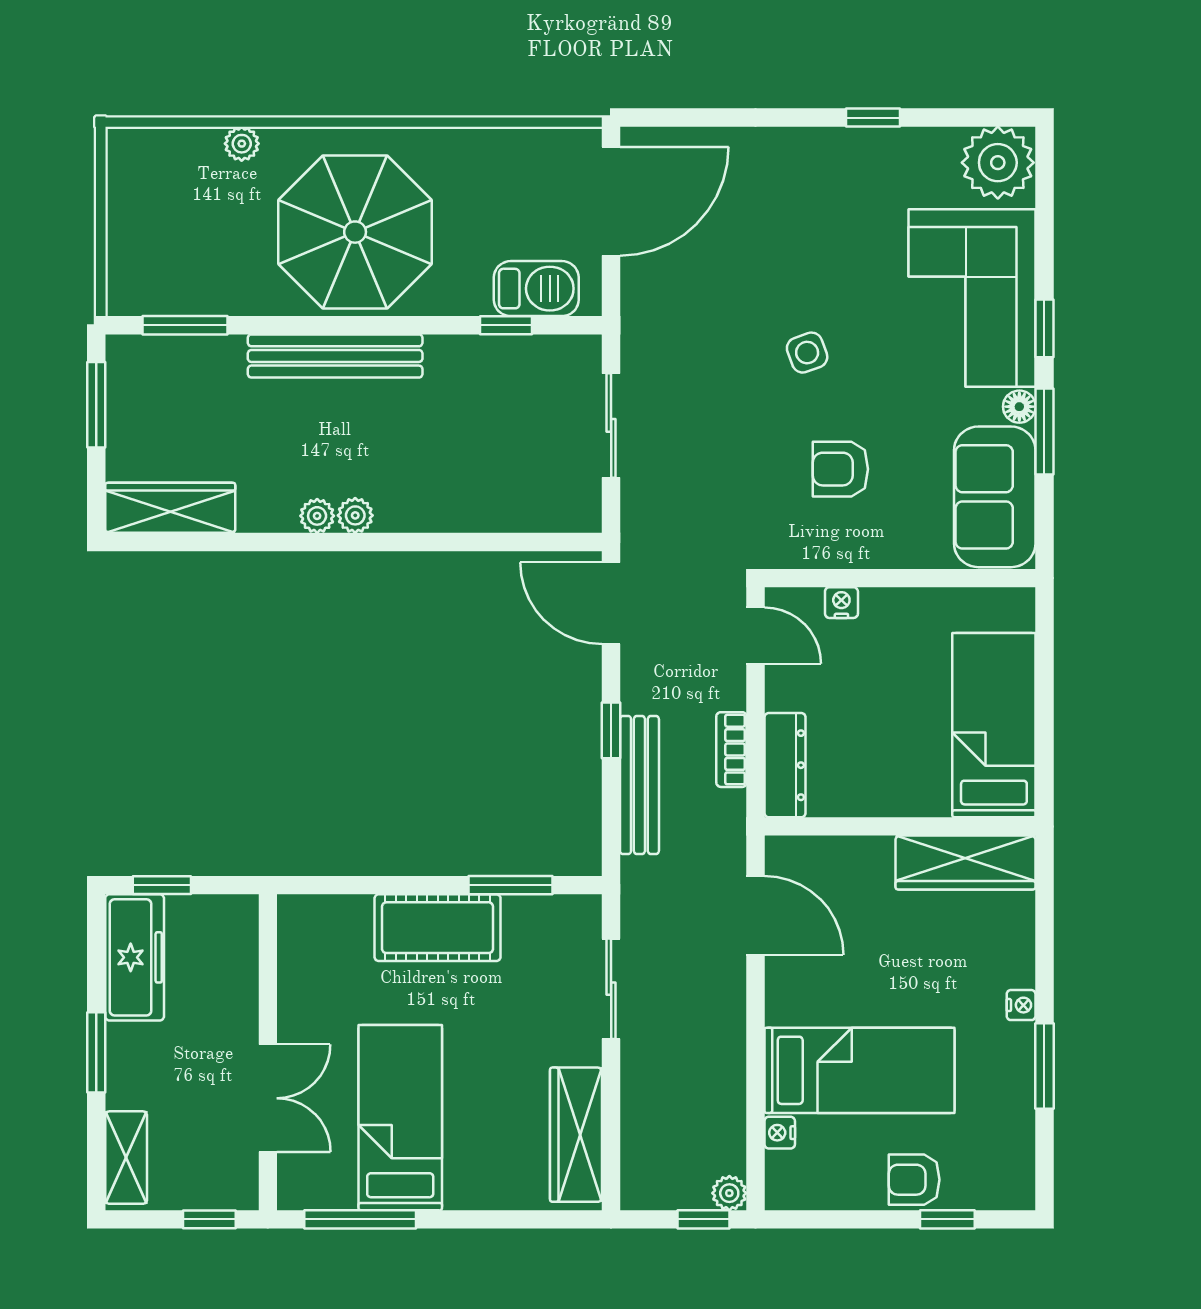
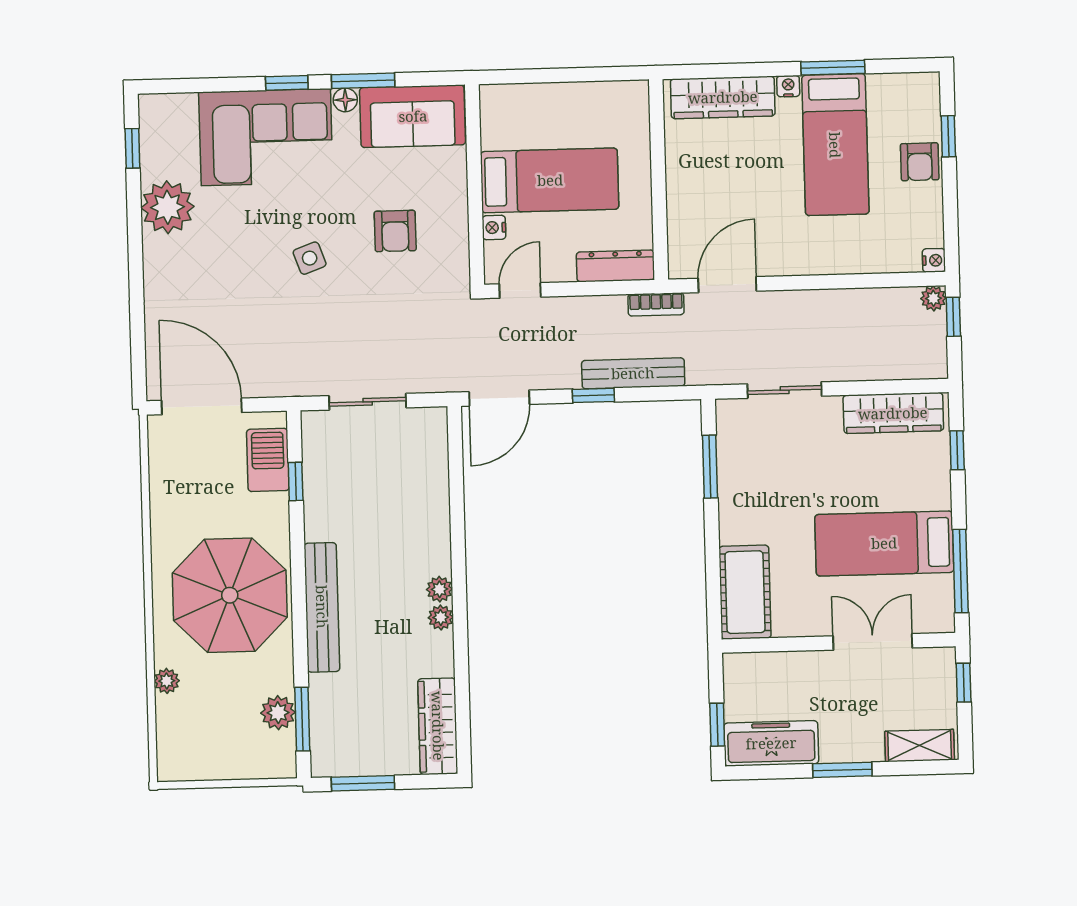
window: (873, 118) -> (132, 148), moved
plant: (998, 163) -> (167, 207), moved
plant: (195, 293) -> (278, 713), added
bed: (994, 725) -> (550, 180), moved, turned 180
bookcase: (731, 750) -> (656, 304), moved
wardrobe: (966, 863) -> (723, 97), moved, turned 90
cot: (438, 928) -> (745, 592), moved
bed: (860, 1070) -> (835, 145), moved, turned 180
nightstand: (780, 1133) -> (934, 260), moved, turned -90
window: (523, 1219) -> (957, 450), added

